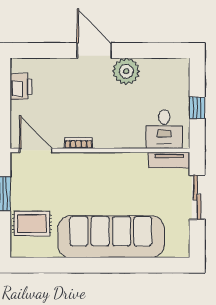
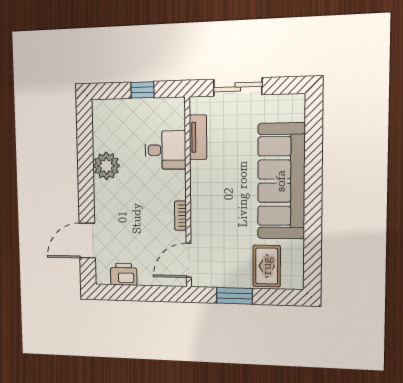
door: (94, 50) -> (87, 241), moved
desk: (164, 129) -> (165, 150), moved
tv unit: (169, 160) -> (198, 137), moved

